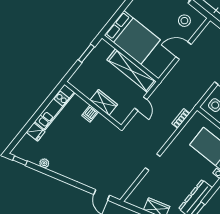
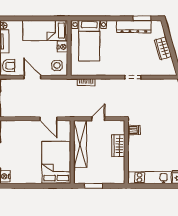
stool: (184, 21) -> (15, 135), removed
door: (184, 51) -> (48, 119), moved
dishwasher: (90, 114) -> (134, 130), moved

